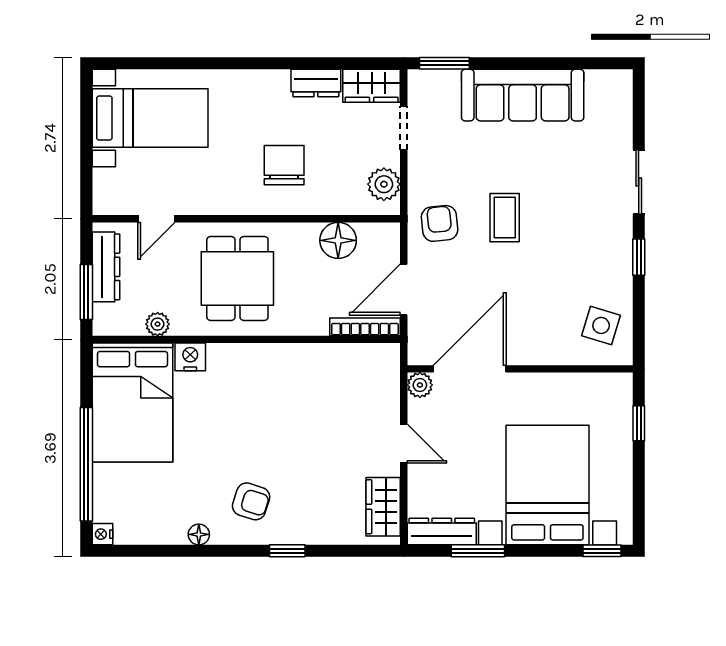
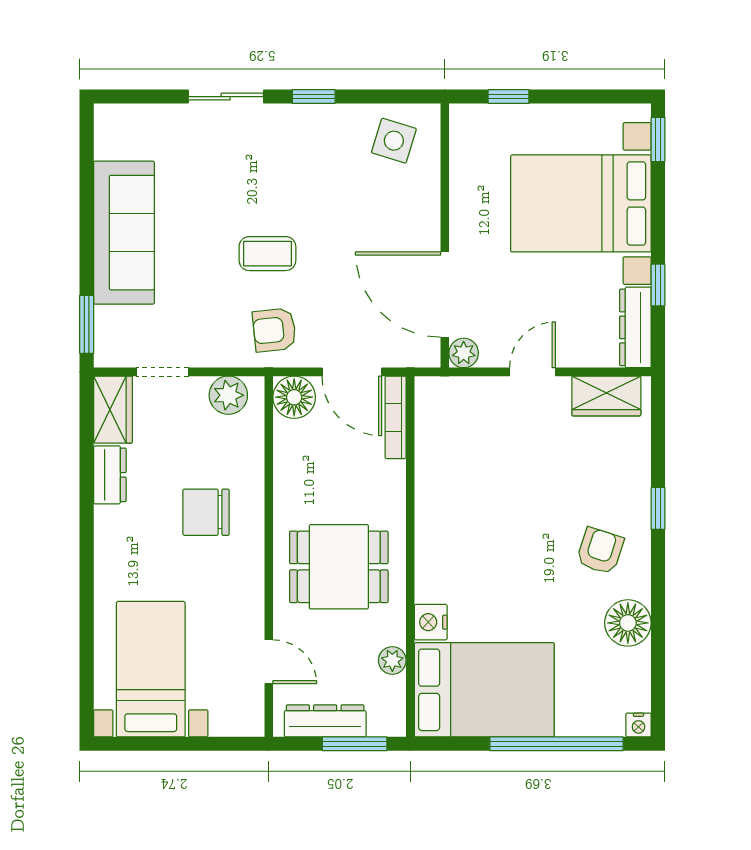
floor lamp: (338, 240) -> (294, 397), moved
floor lamp: (199, 534) -> (628, 623), width x1.89, depth x1.89
window: (478, 551) -> (658, 285), width x0.67

